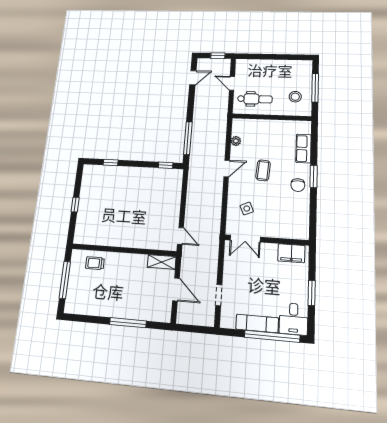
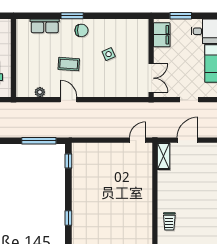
side table: (247, 209) -> (109, 54), moved
double door: (245, 239) -> (151, 78), moved
wall: (267, 240) -> (151, 58), moved
filing cabinet: (291, 253) -> (162, 35), moved

